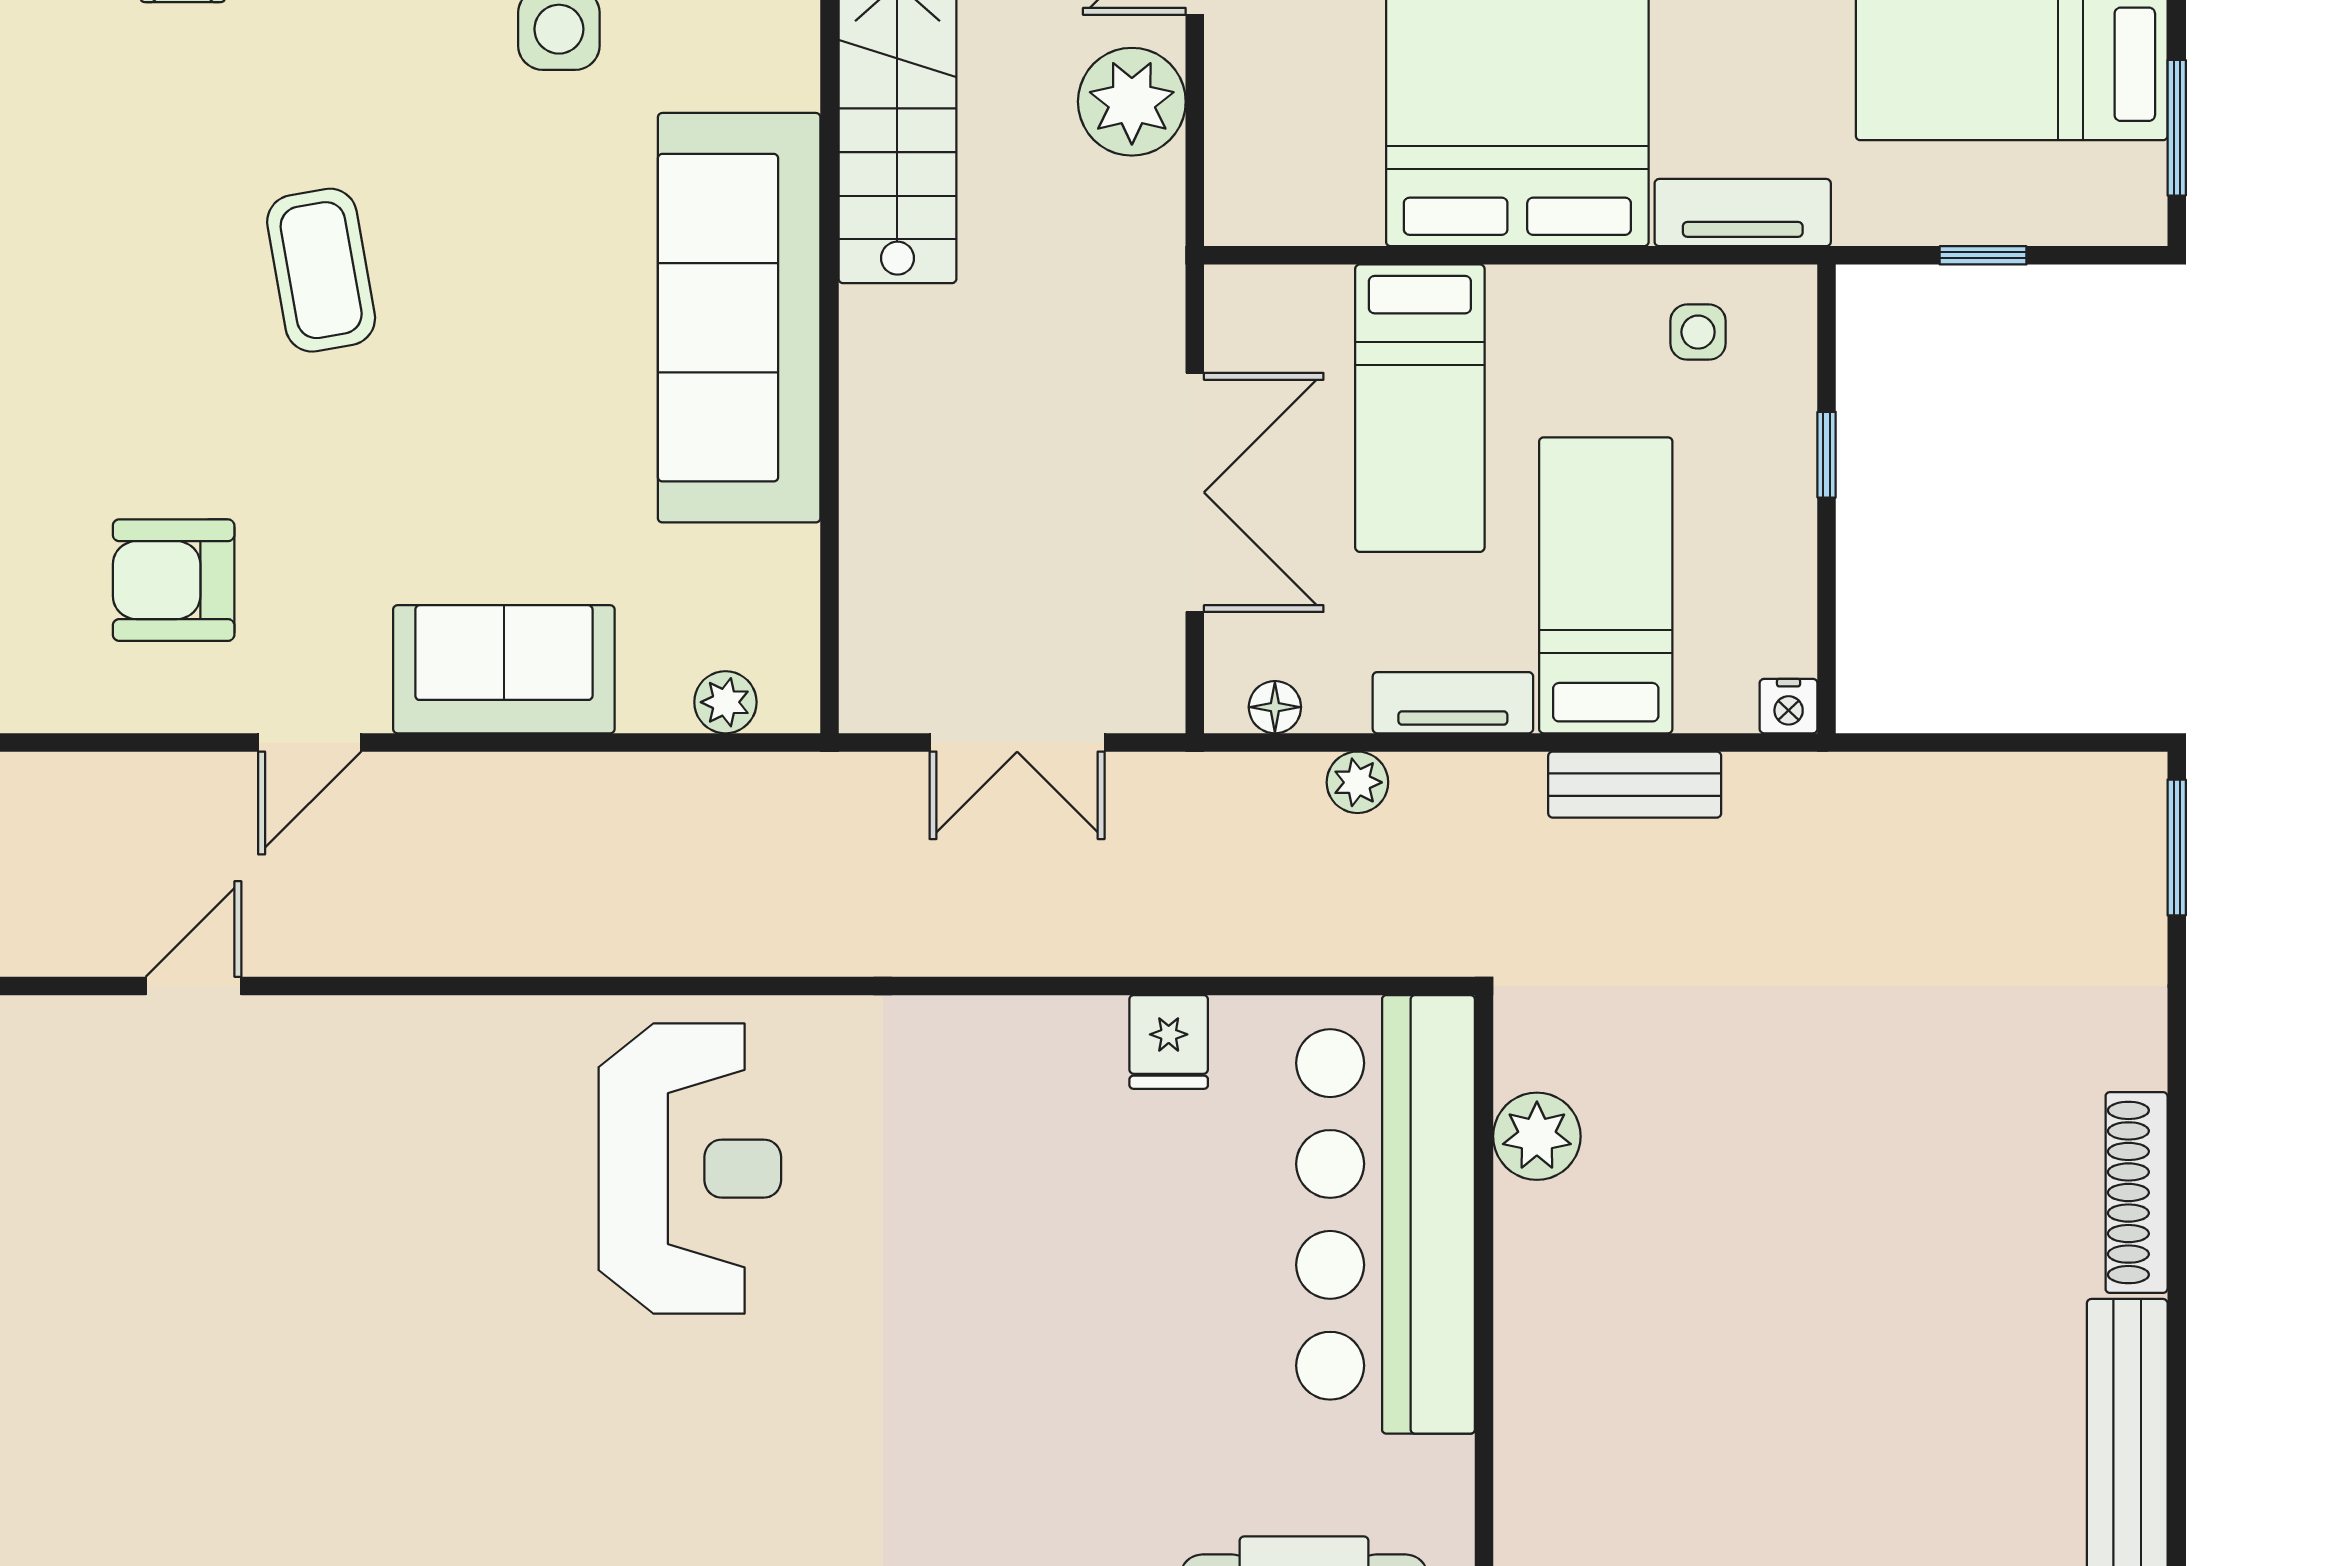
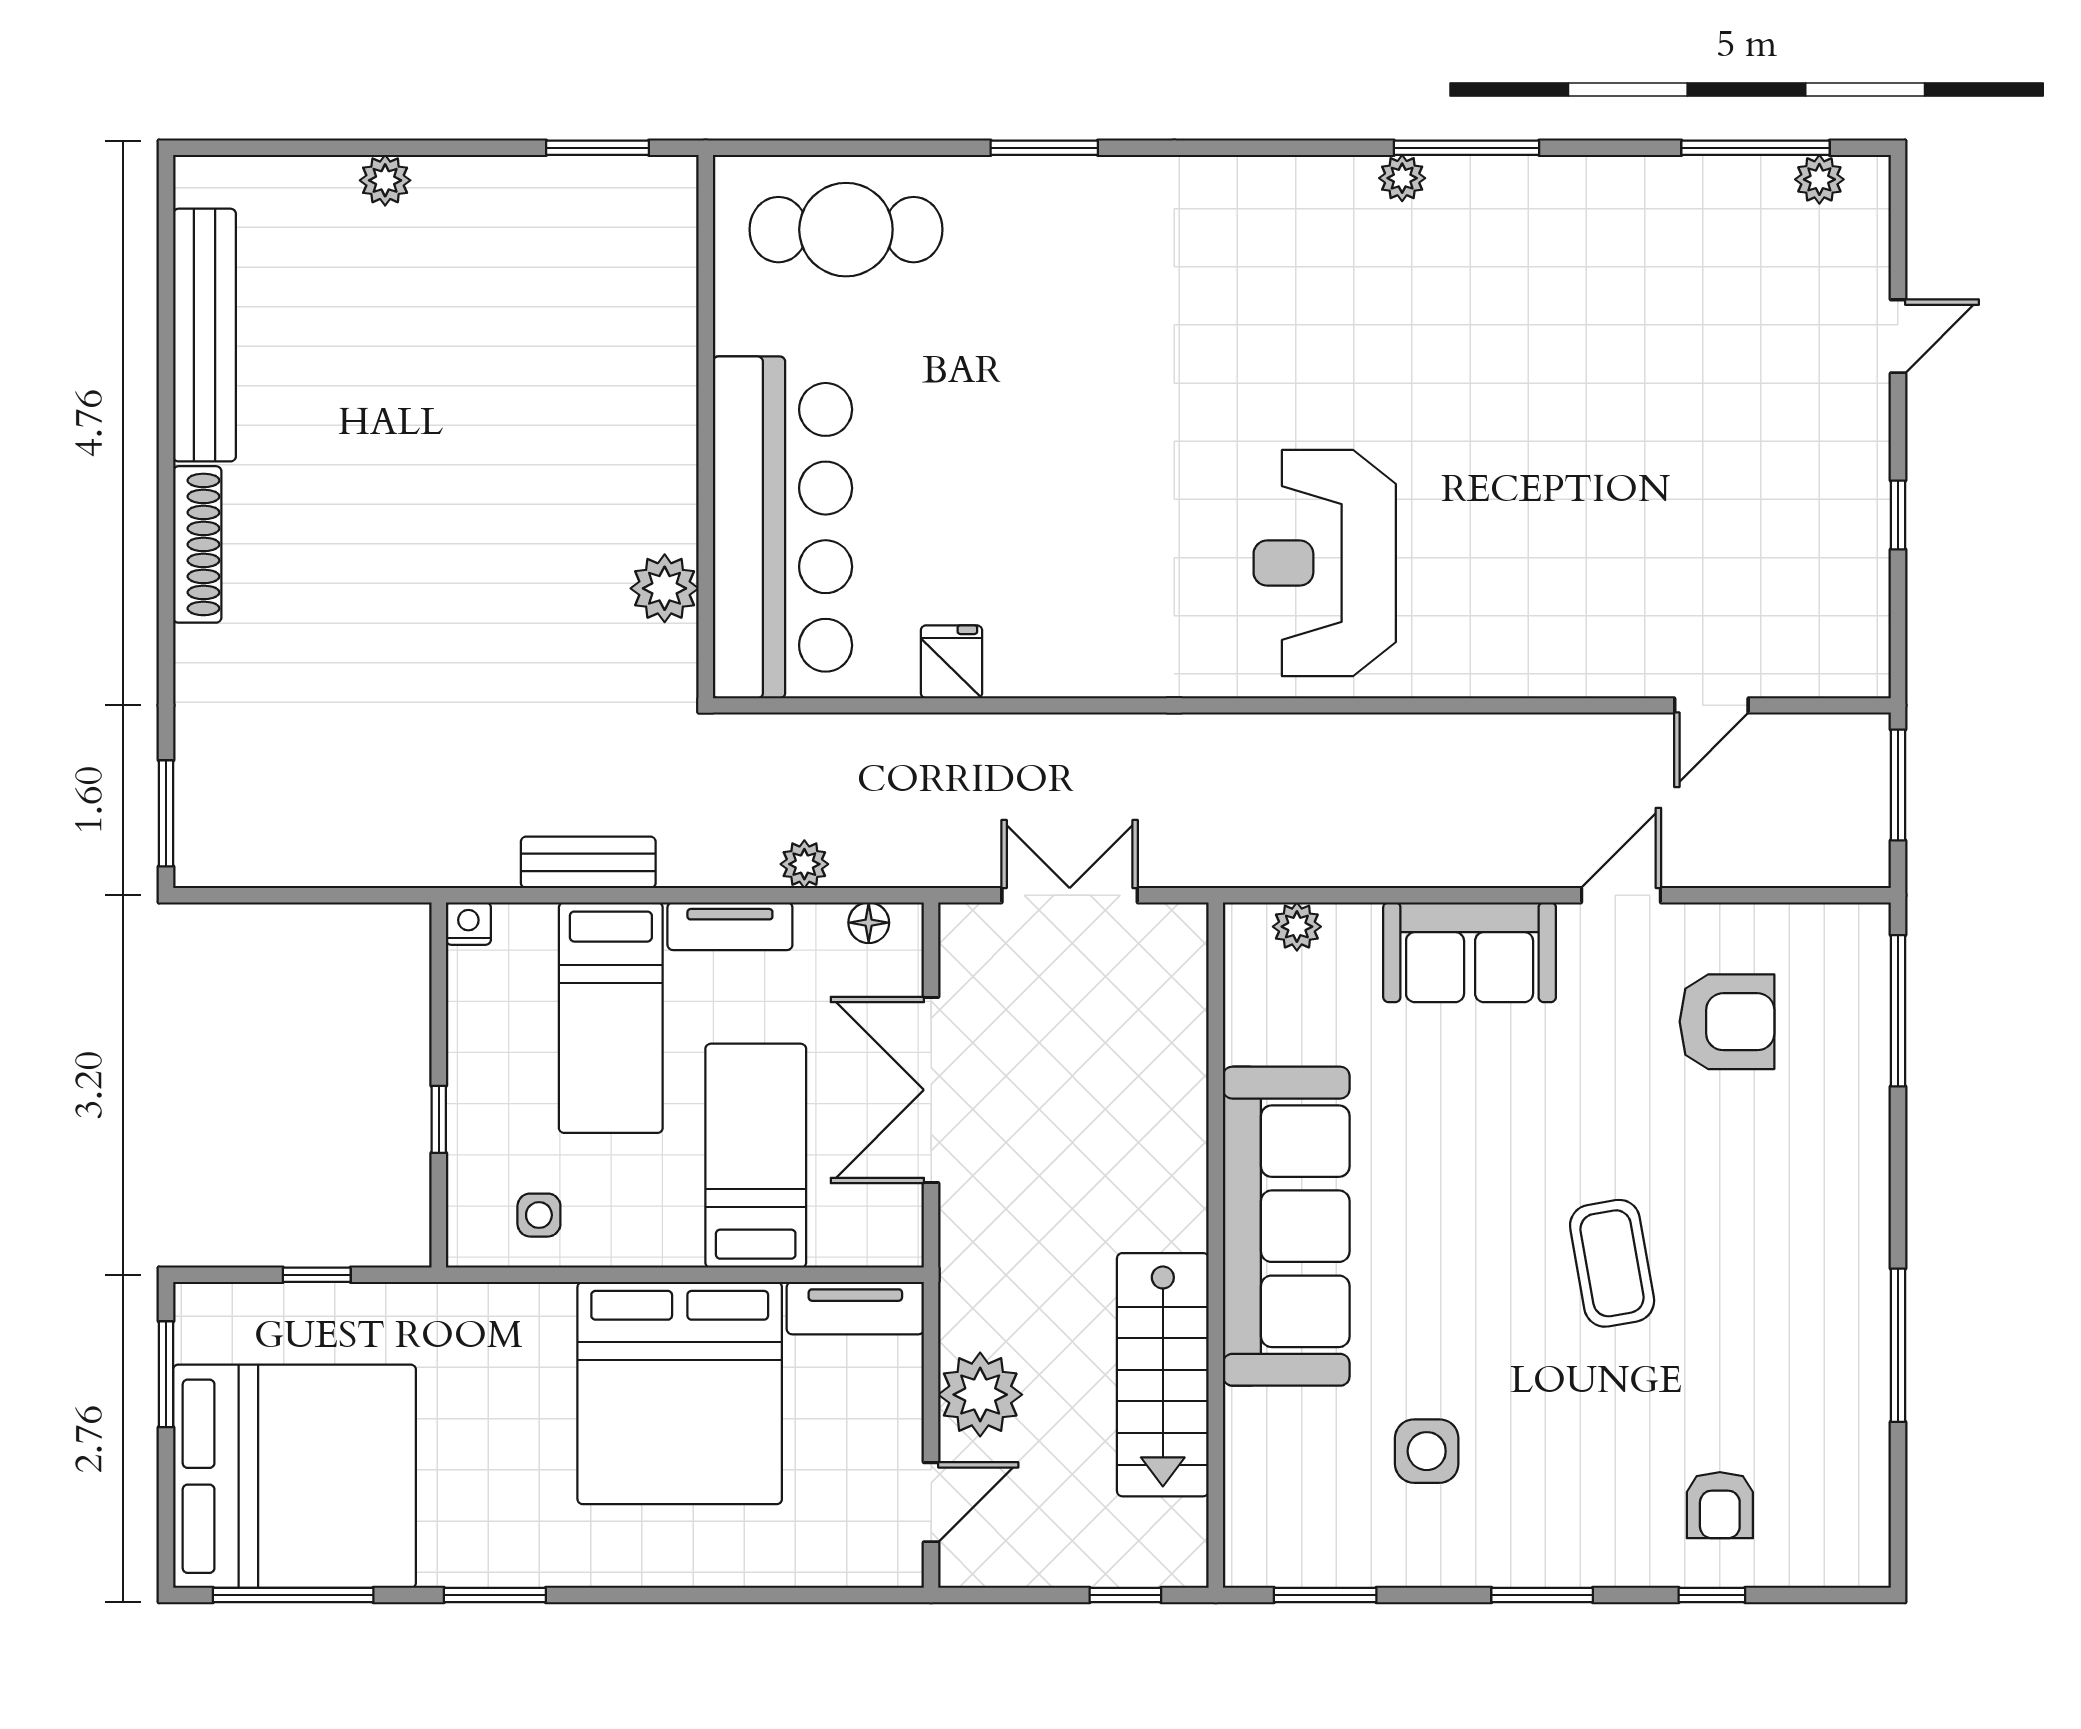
tv unit: (1743, 213) -> (855, 1308), moved

